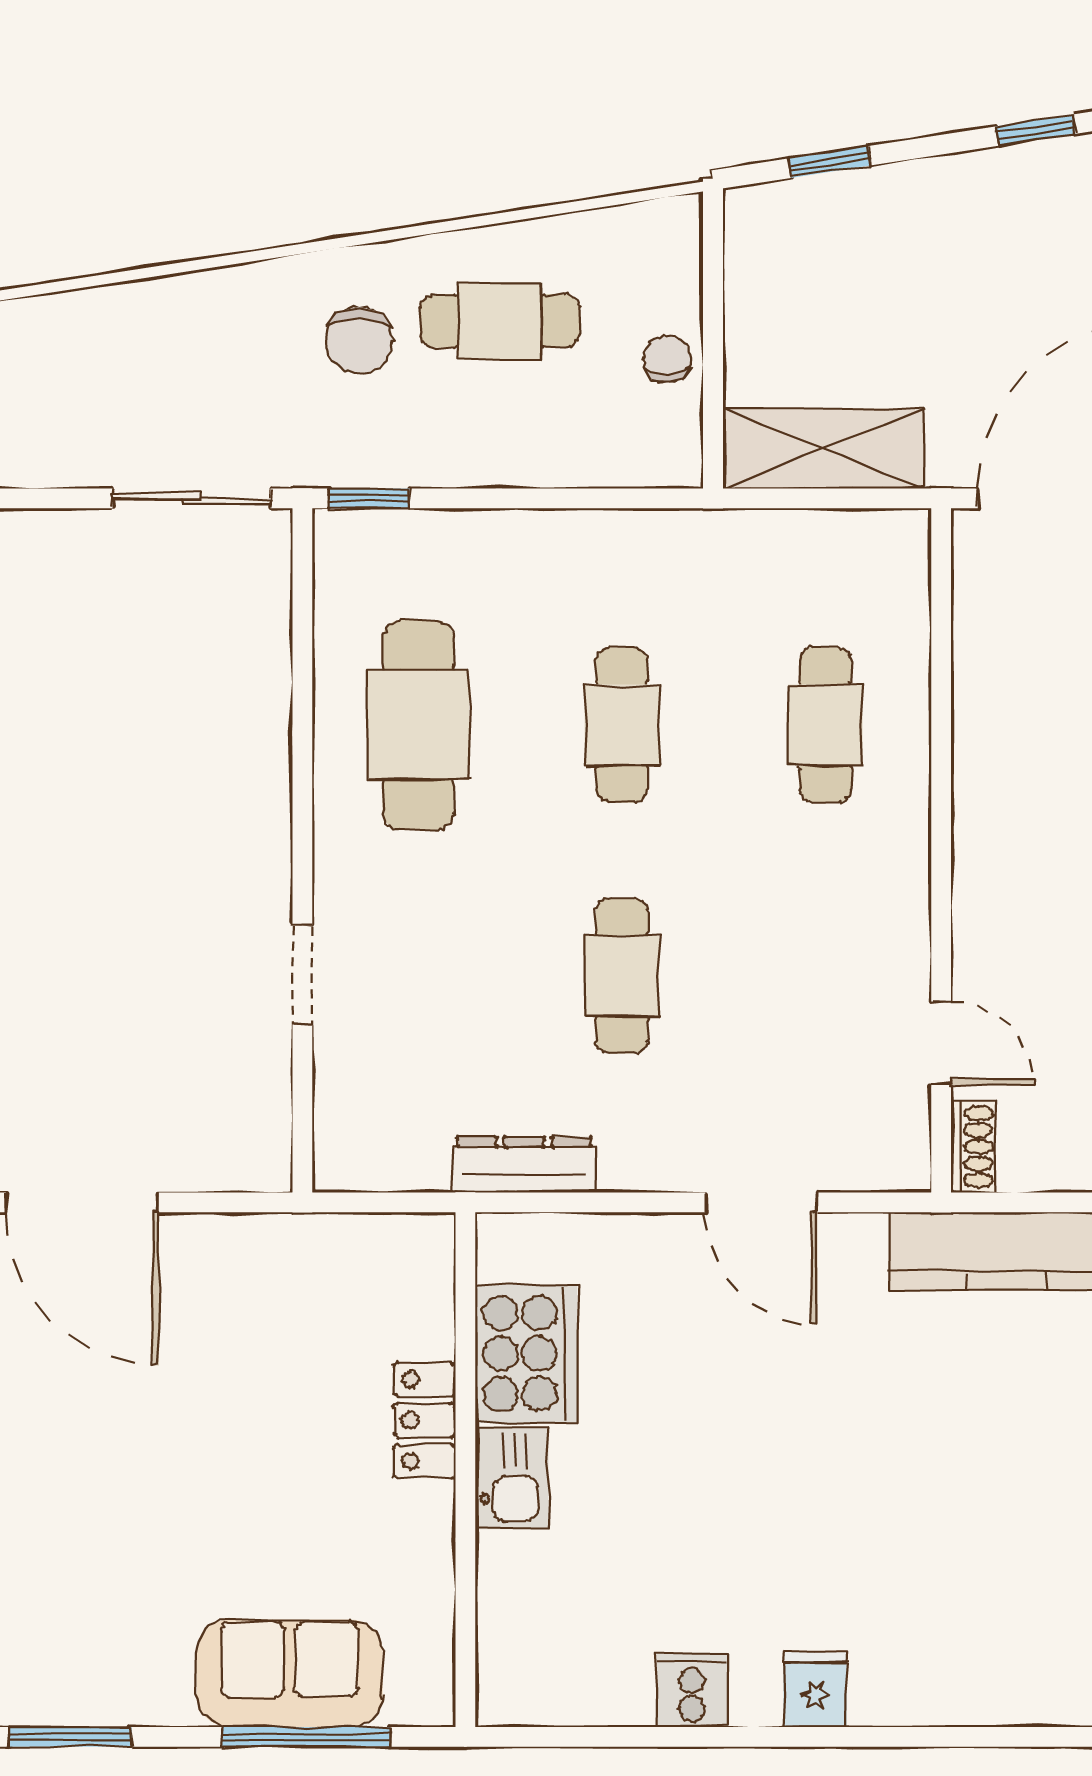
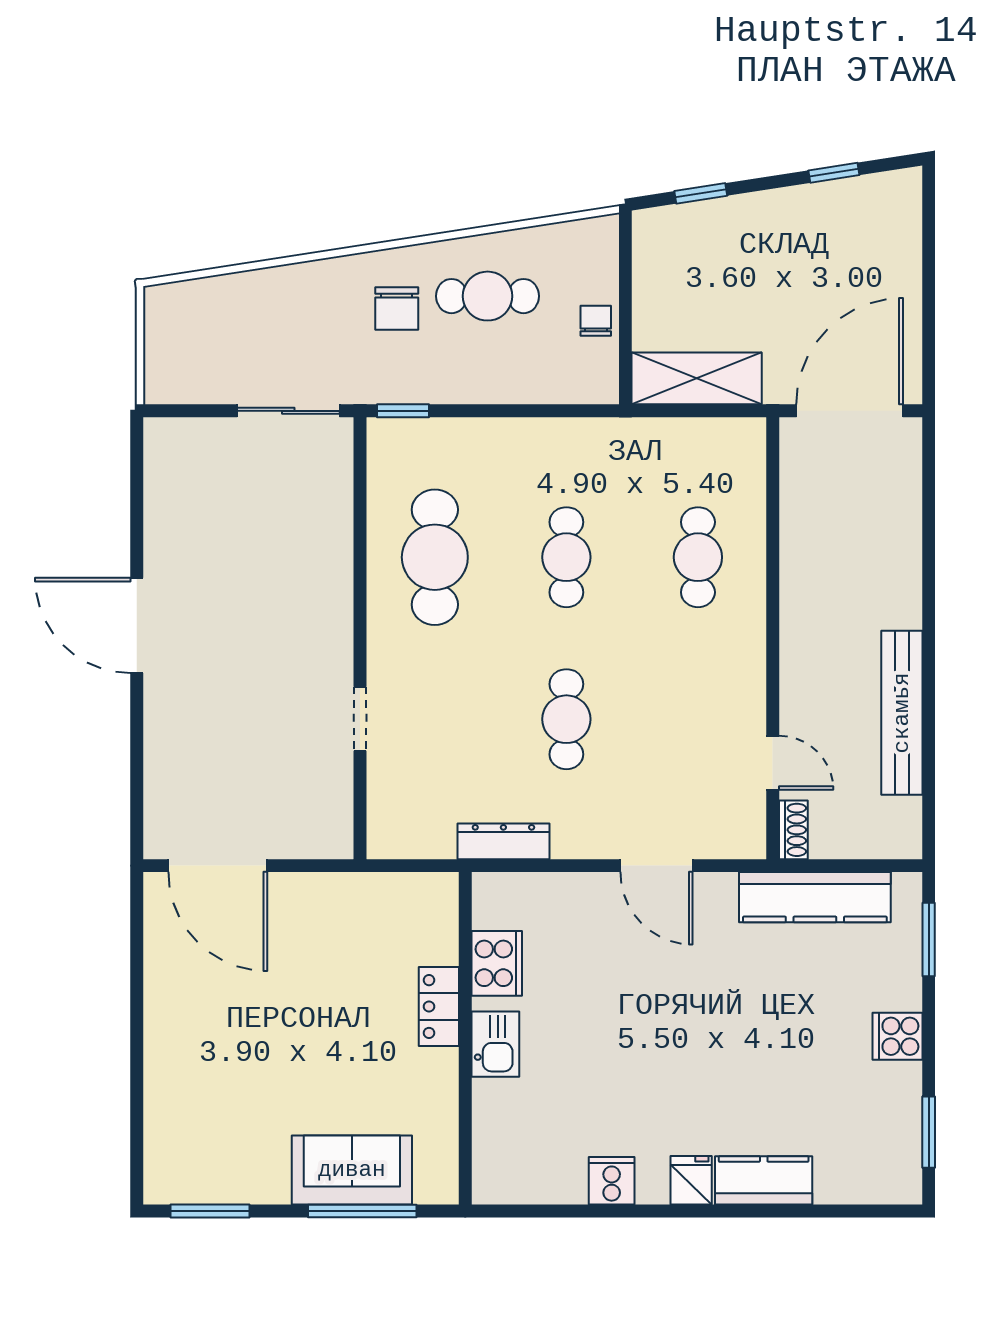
cooker: (526, 1354) -> (497, 963), width x0.73, depth x0.76
kitchen counter: (927, 1689) -> (764, 1180), added

